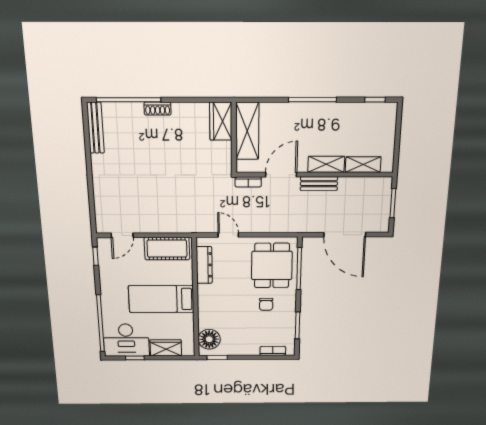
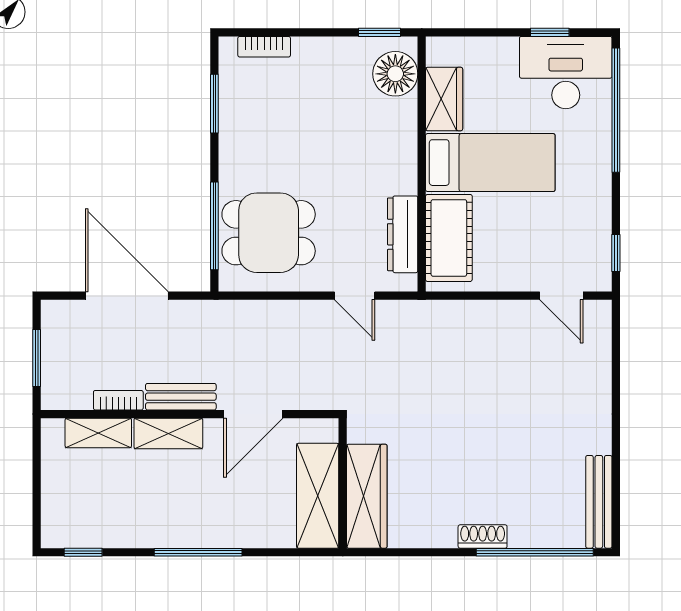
wardrobe: (221, 121) -> (367, 496), width x1.50
bookcase: (248, 182) -> (118, 400), moved
door: (122, 235) -> (561, 296), swing flipped
cot: (167, 249) -> (449, 238), moved, turned 90
dining table: (272, 265) -> (269, 233), turned 90
chair: (266, 304) -> (279, 150), removed
wardrobe: (166, 348) -> (444, 99), moved, turned -90

